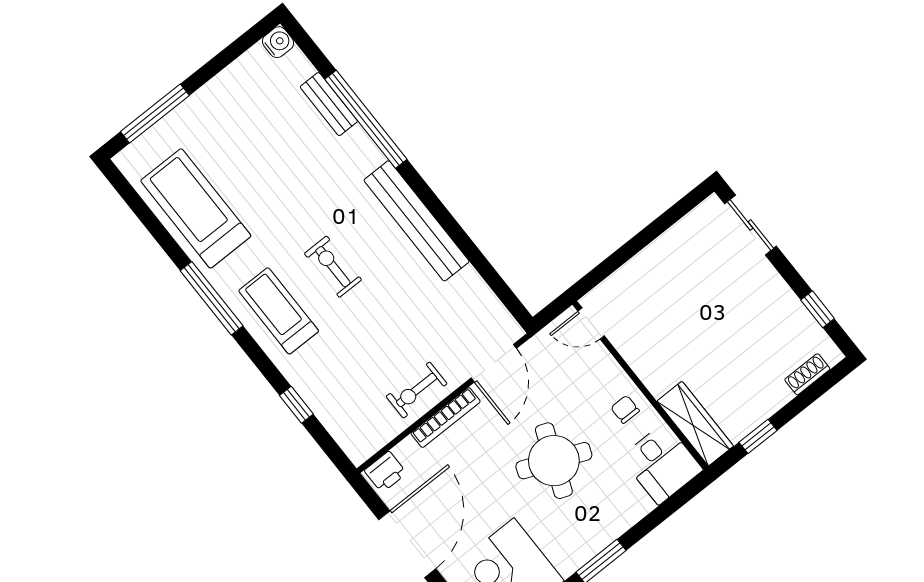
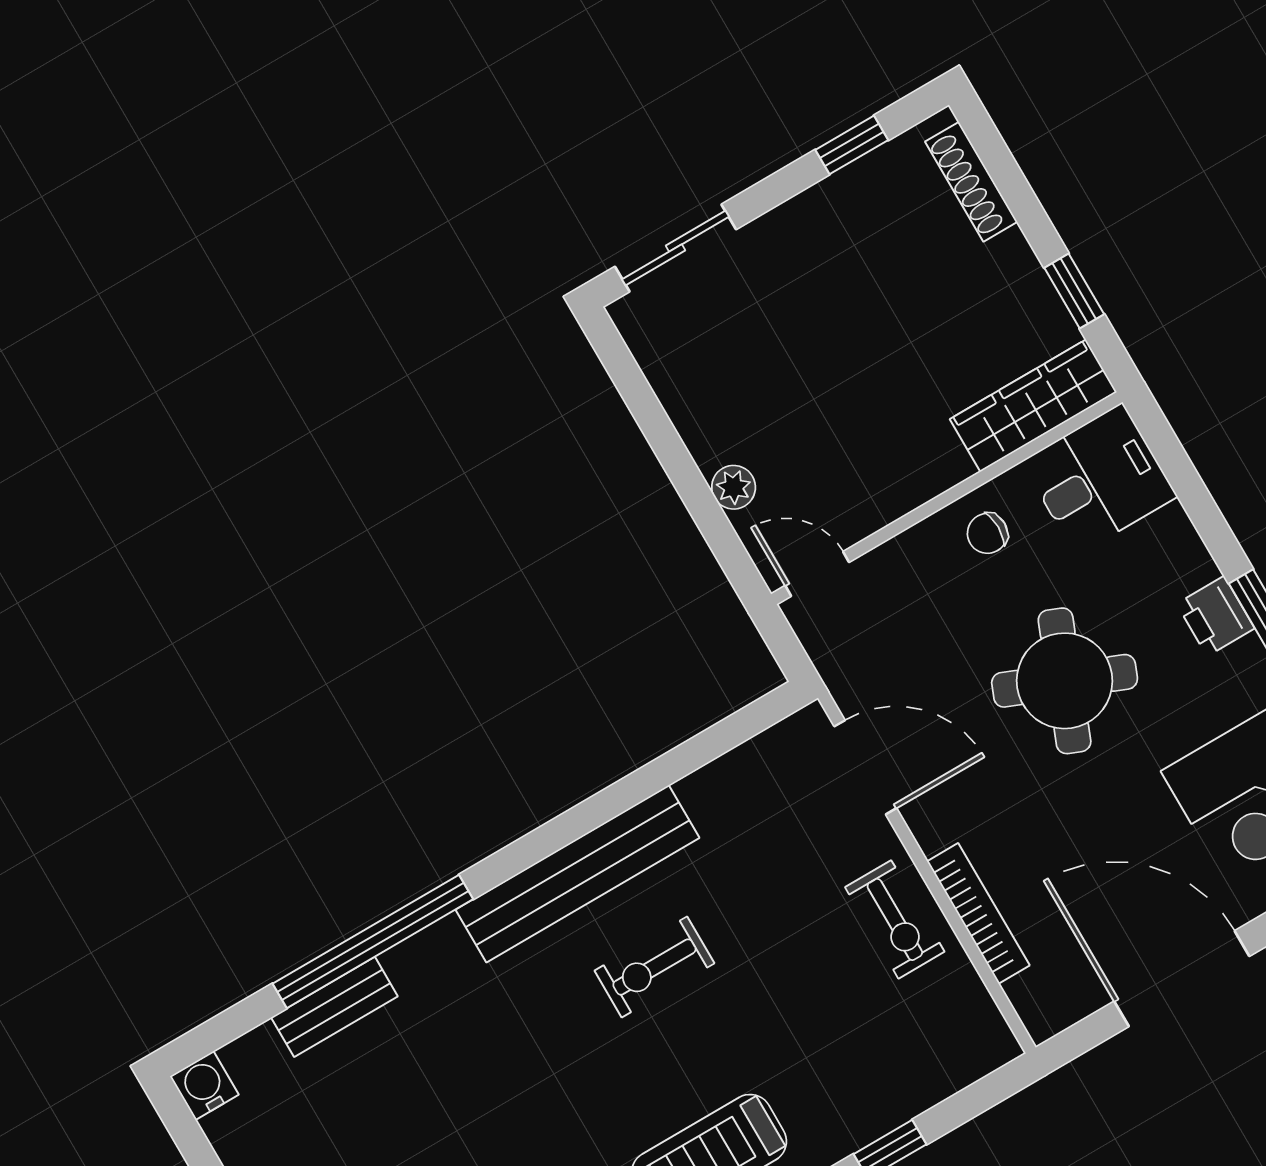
exercise bike: (333, 267) -> (654, 967), moved
plant: (630, 273) -> (734, 487), added
door: (591, 323) -> (817, 574), swing flipped
shoe rack: (807, 374) -> (971, 182), width x1.43
bookcase: (446, 418) -> (978, 913), moved
printer: (385, 472) -> (1216, 616), moved, turned 180

